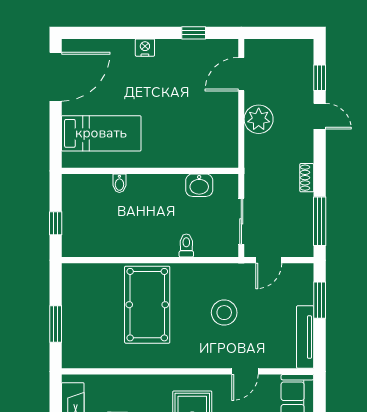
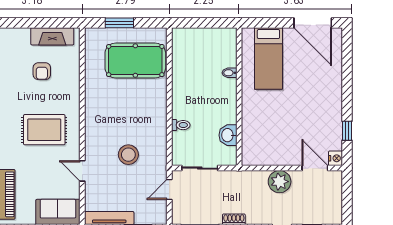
nightstand: (145, 48) -> (336, 158), moved
window: (56, 223) -> (198, 23), removed
door: (269, 260) -> (169, 190), hinge flipped
pool table: (147, 305) -> (135, 61), moved

